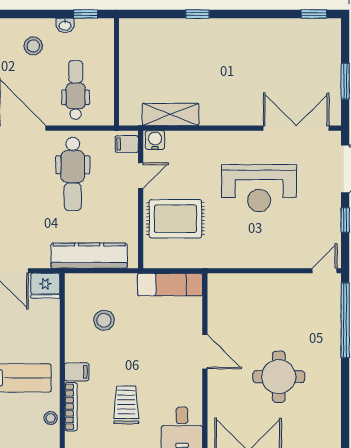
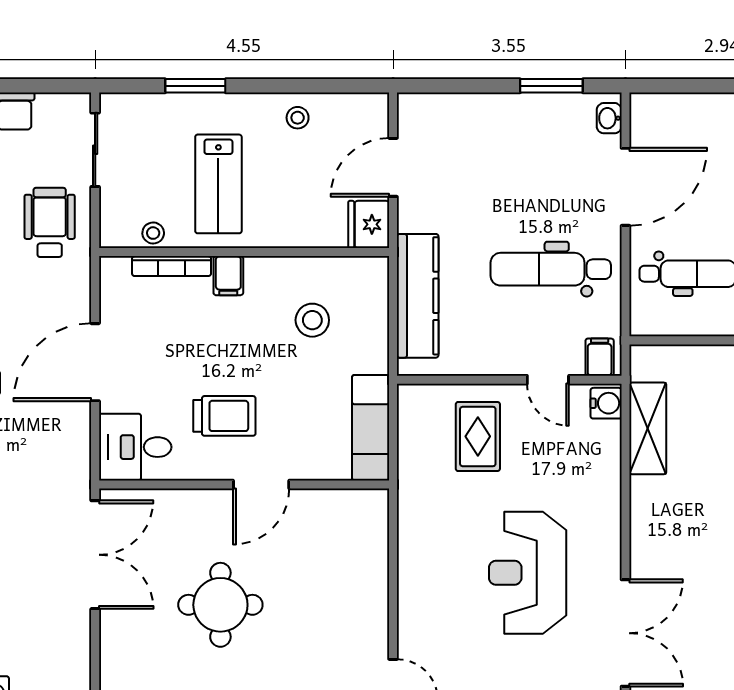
rug: (175, 219) -> (478, 436), width x0.73, depth x0.70
trolley: (126, 405) -> (224, 416), moved

